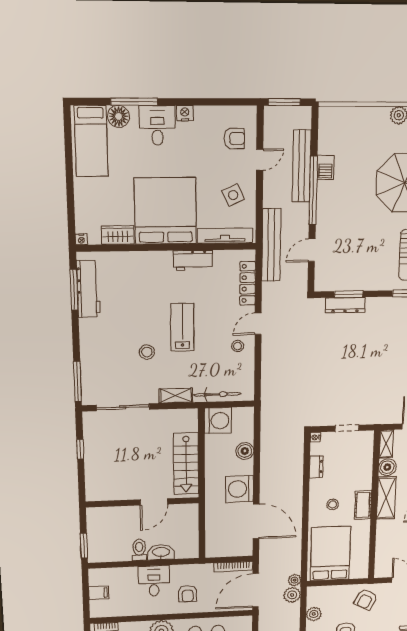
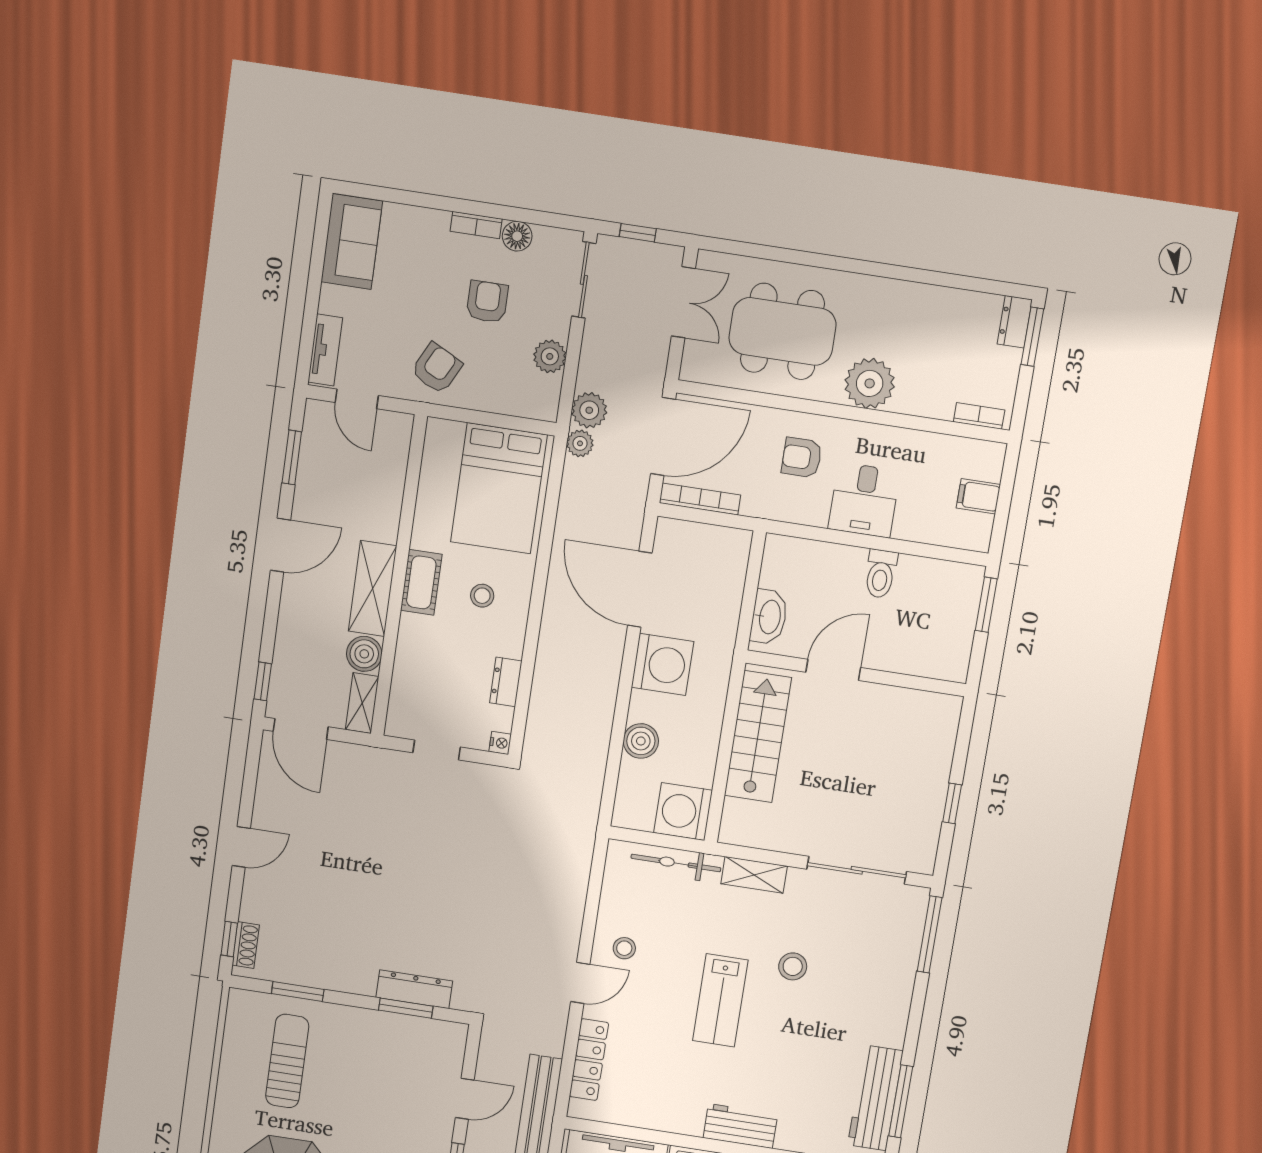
workbench: (193, 260) -> (740, 1126), moved
washbasin: (161, 552) -> (769, 617), moved, turned -90
armchair: (188, 594) -> (802, 458), turned -90

